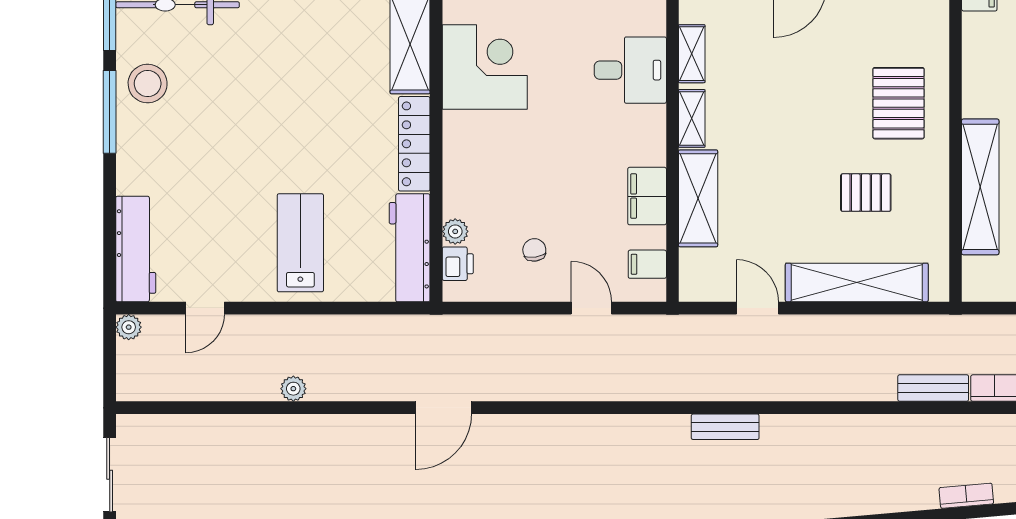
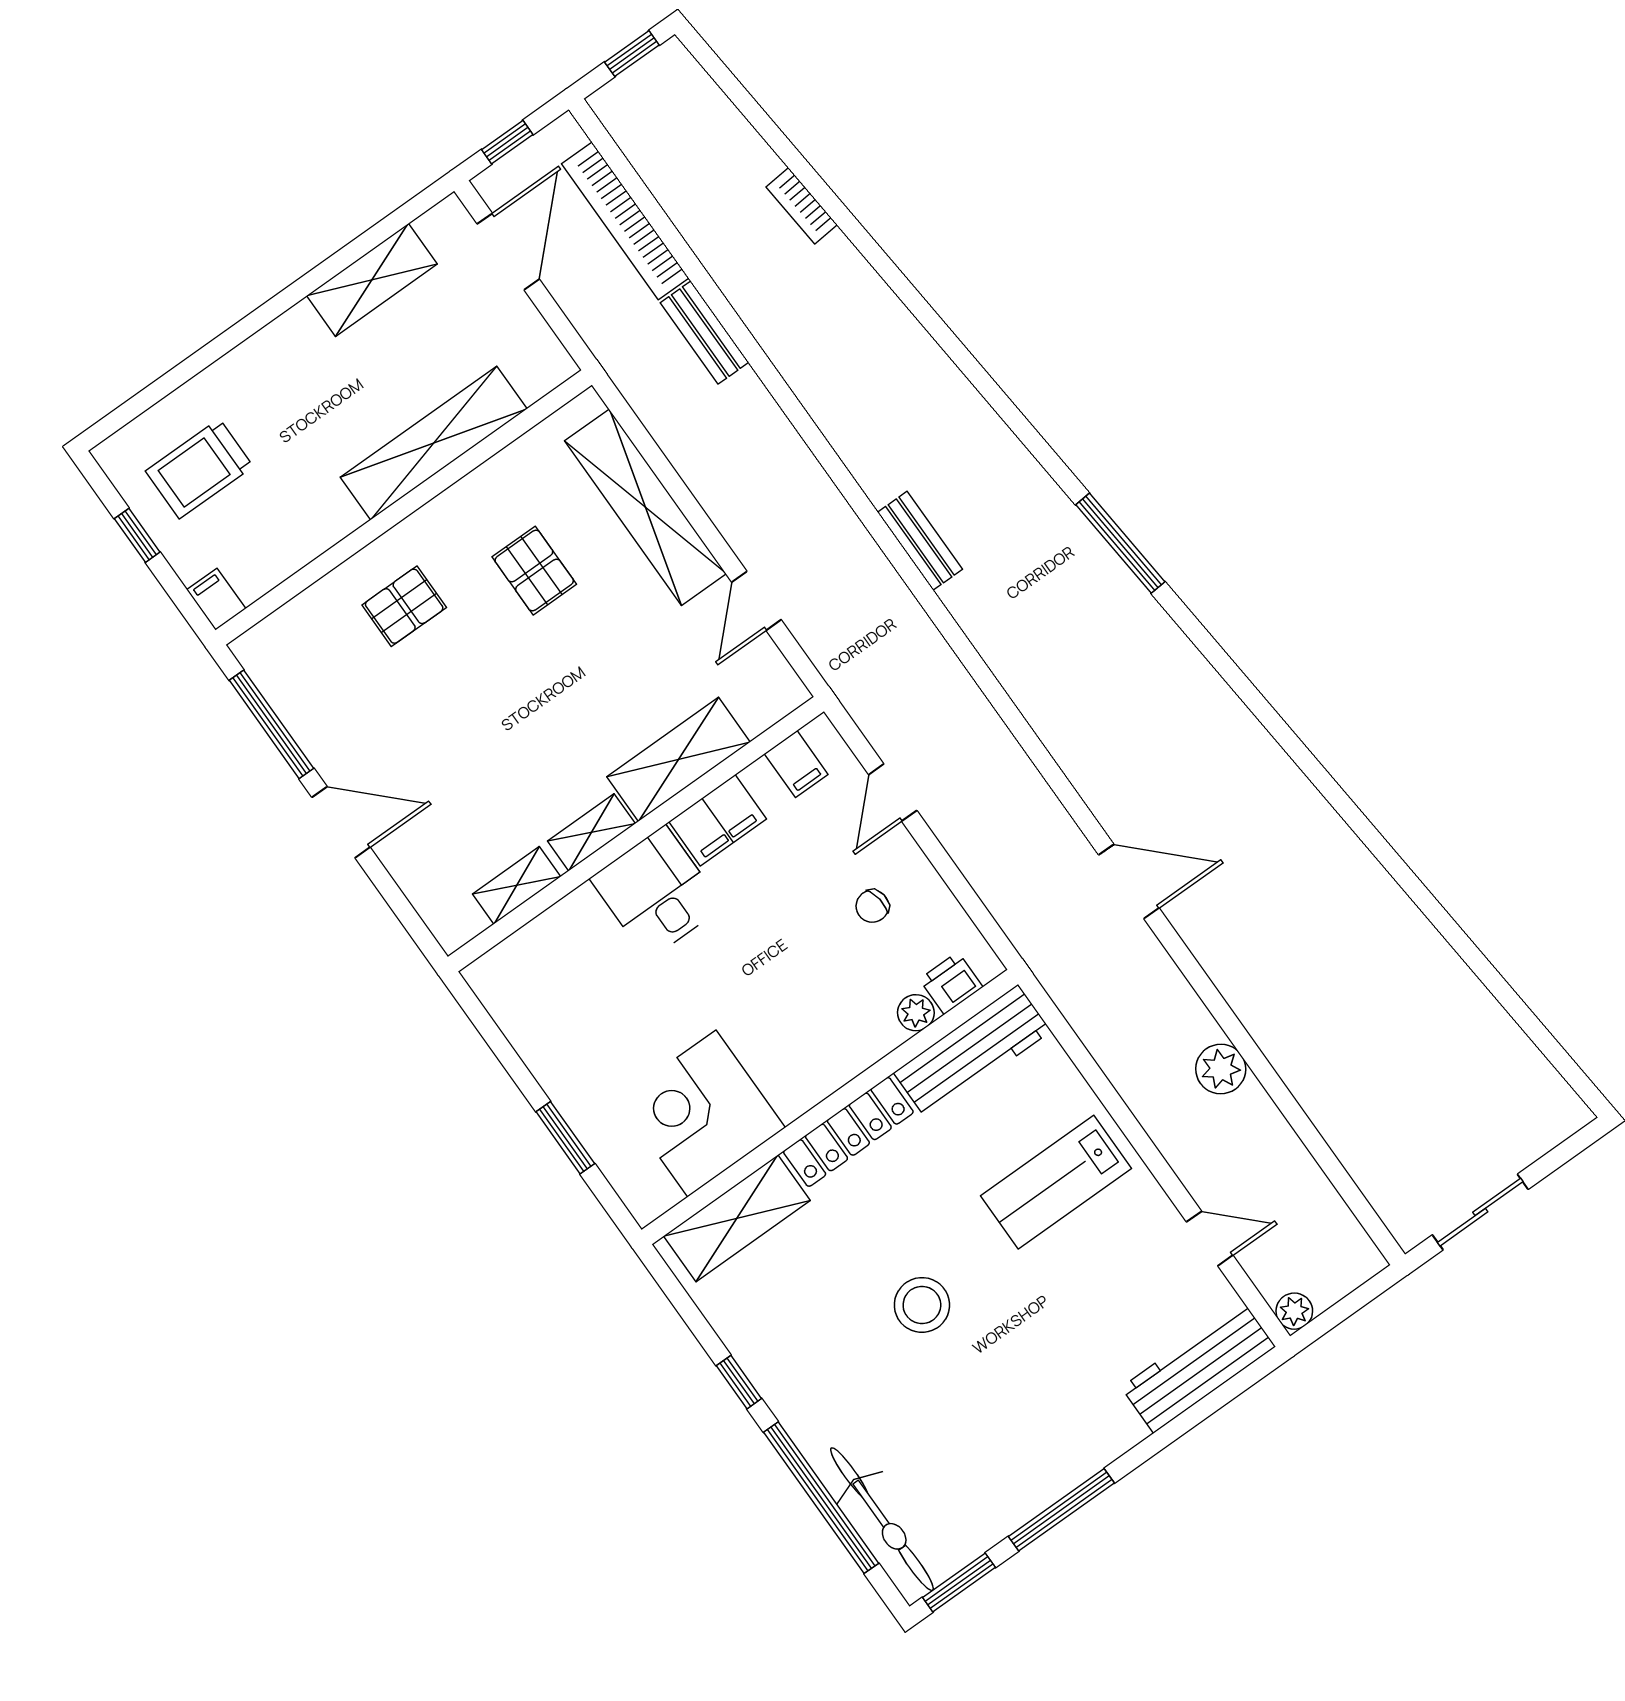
desk: (630, 70) -> (657, 893), moved
stool: (148, 84) -> (922, 1305), moved
pallet: (899, 103) -> (404, 606), width x0.67, depth x0.71
plant: (293, 389) -> (1221, 1069), width x1.38, depth x1.38

